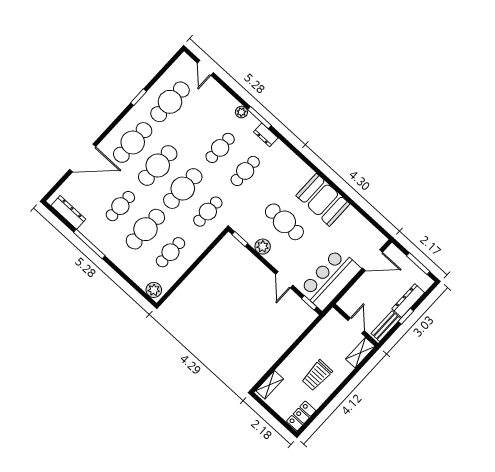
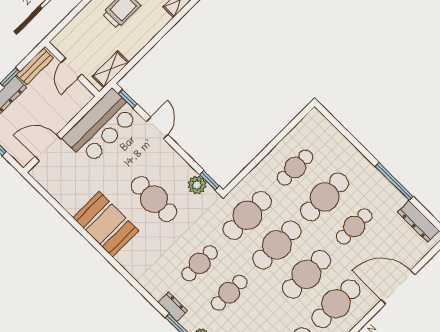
cafe table: (208, 212) -> (247, 215), width x1.37, depth x1.35
plant: (263, 247) -> (197, 185), moved
plant: (154, 290) -> (317, 122), removed
shelving: (360, 353) -> (111, 69), moved

